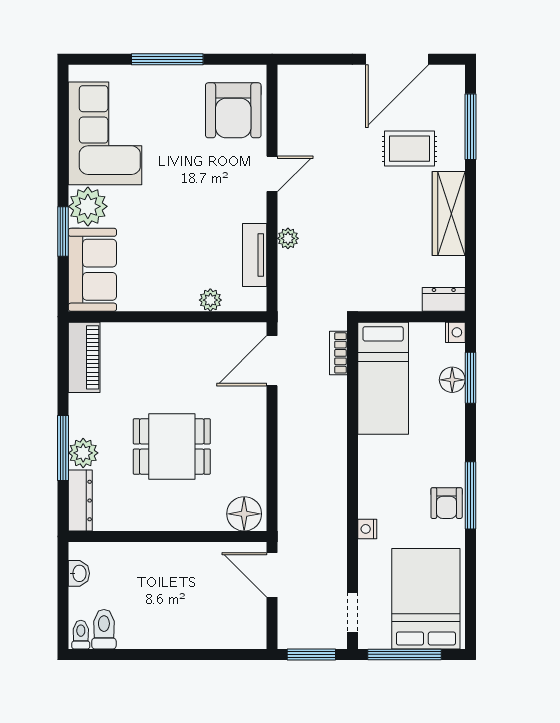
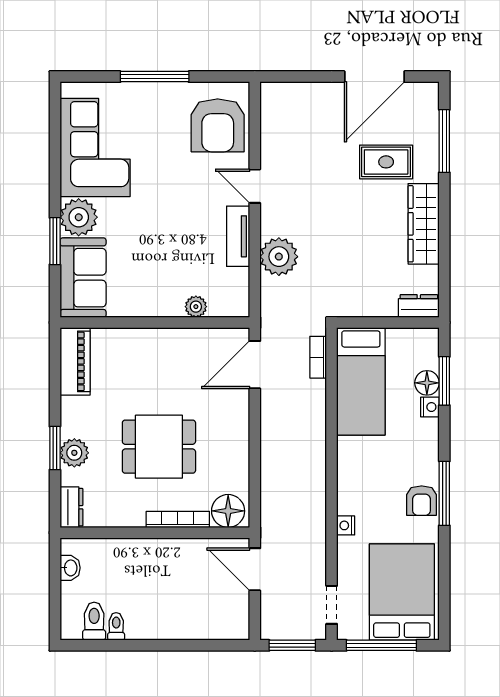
door: (272, 174) -> (255, 186), swing flipped
plant: (288, 238) -> (279, 257), width x1.87, depth x1.87
tv unit: (255, 255) -> (238, 236), moved
nightstand: (455, 332) -> (430, 407), moved
window: (63, 448) -> (55, 448), width x0.69
dresser: (80, 501) -> (71, 507), width x0.70
bookcase: (192, 523) -> (178, 519), added
toilet: (81, 635) -> (116, 626), moved

